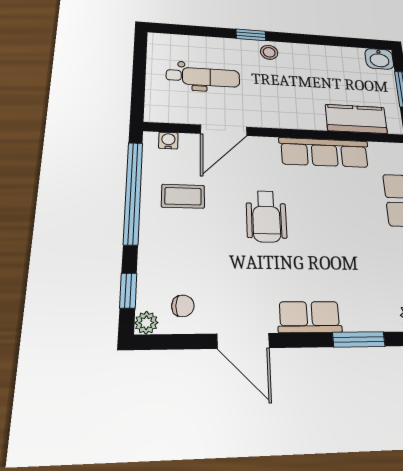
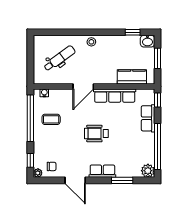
window: (251, 35) -> (133, 32), moved
dental chair: (203, 77) -> (60, 58), turned -36
door: (224, 130) -> (83, 86), moved
wheelchair: (266, 216) -> (96, 134), moved, turned 90

